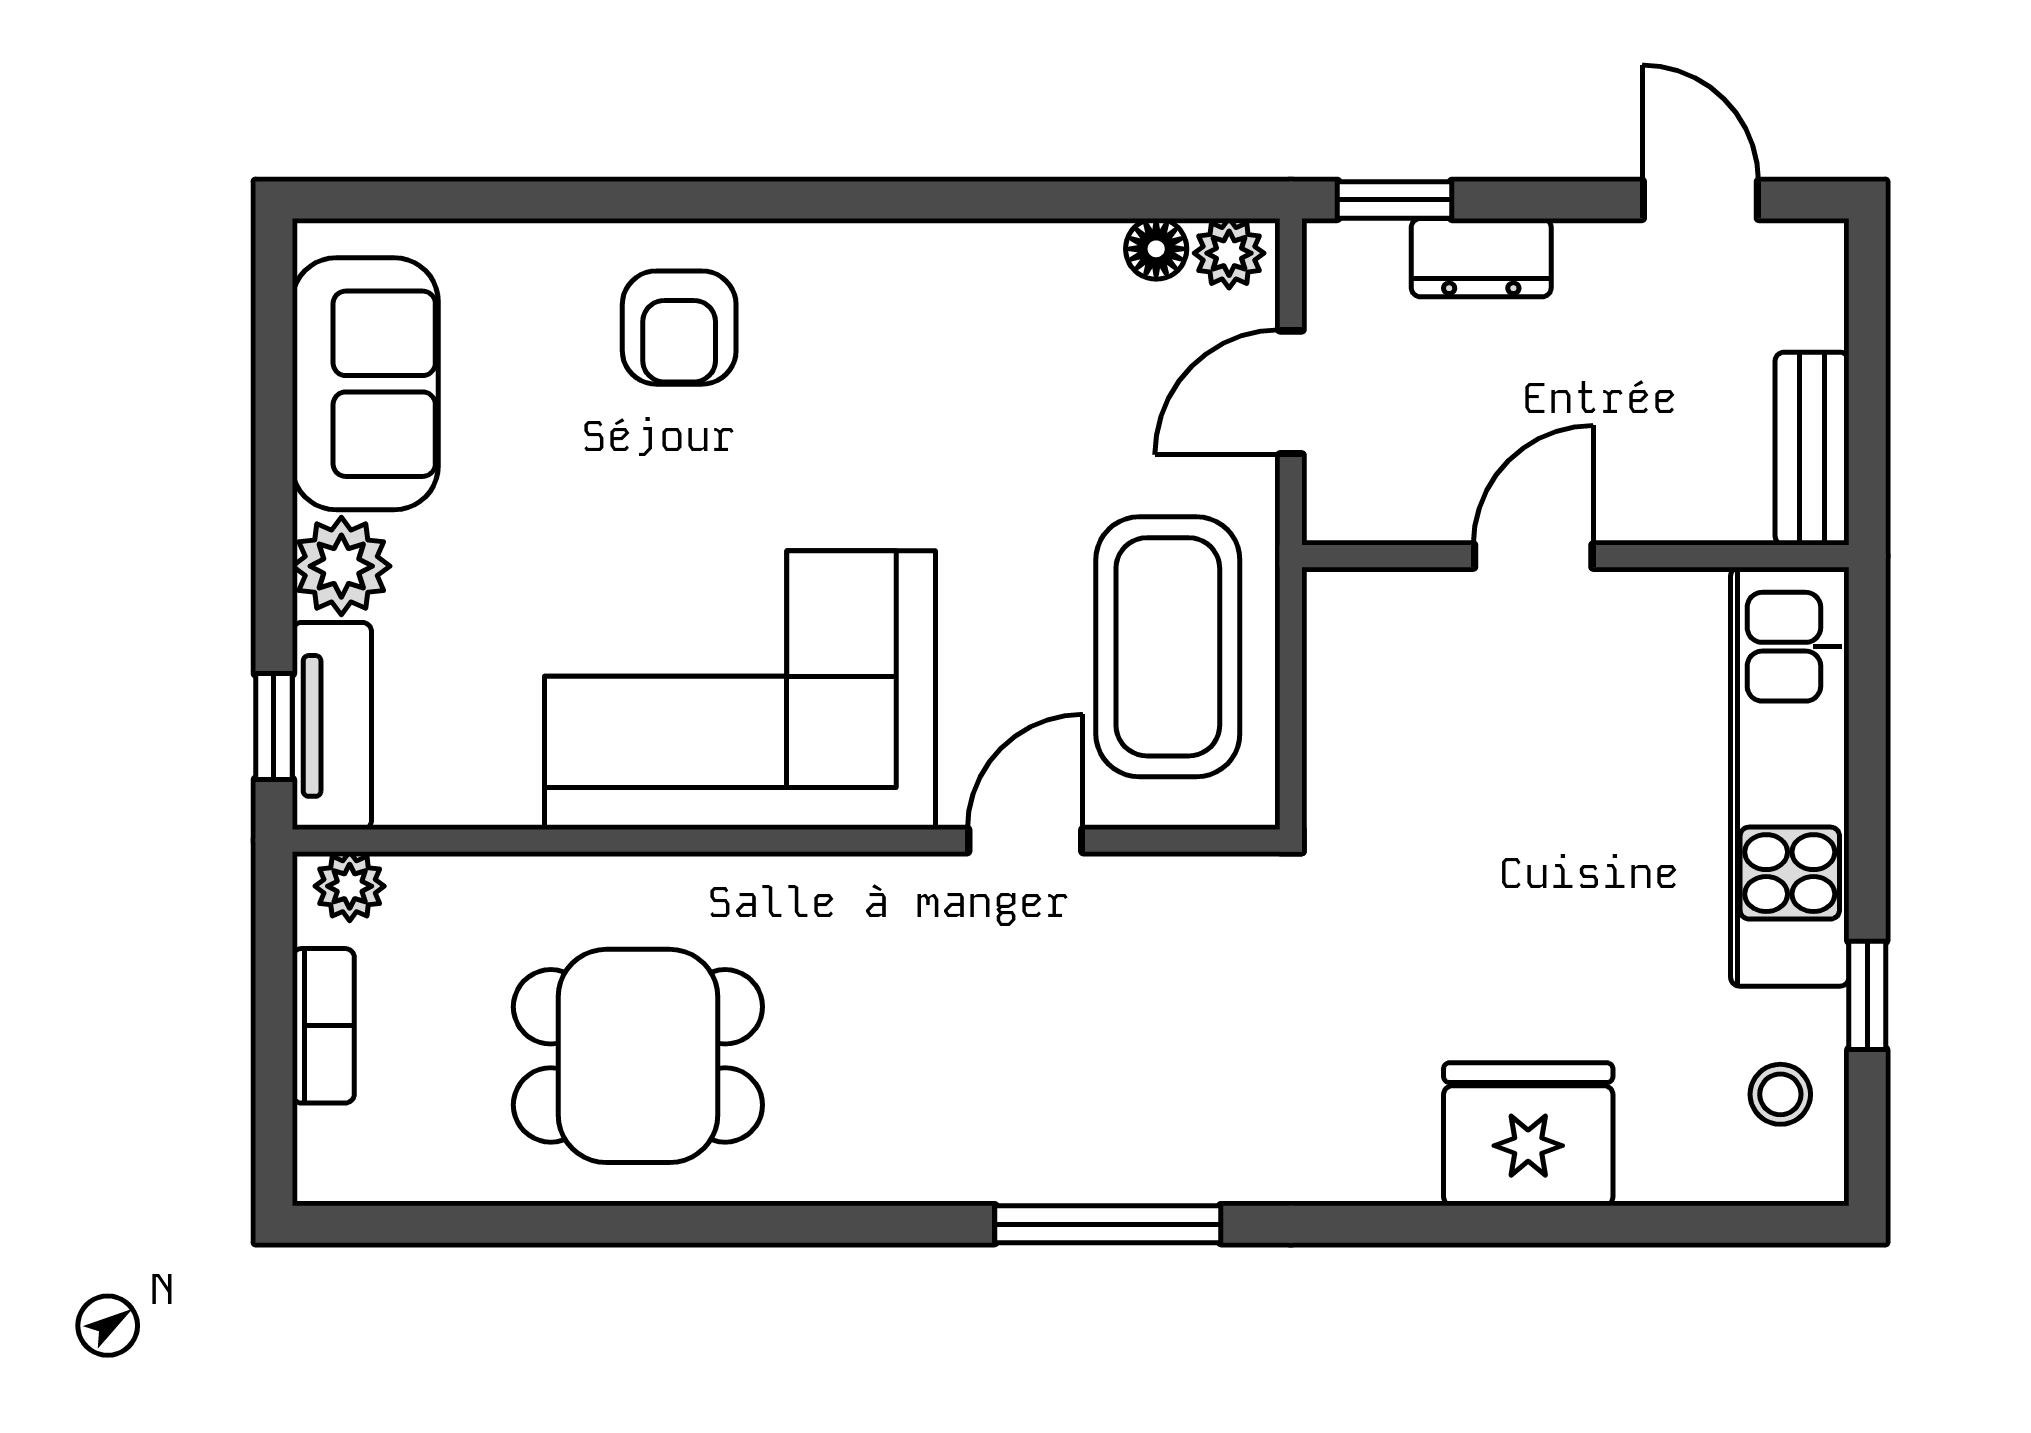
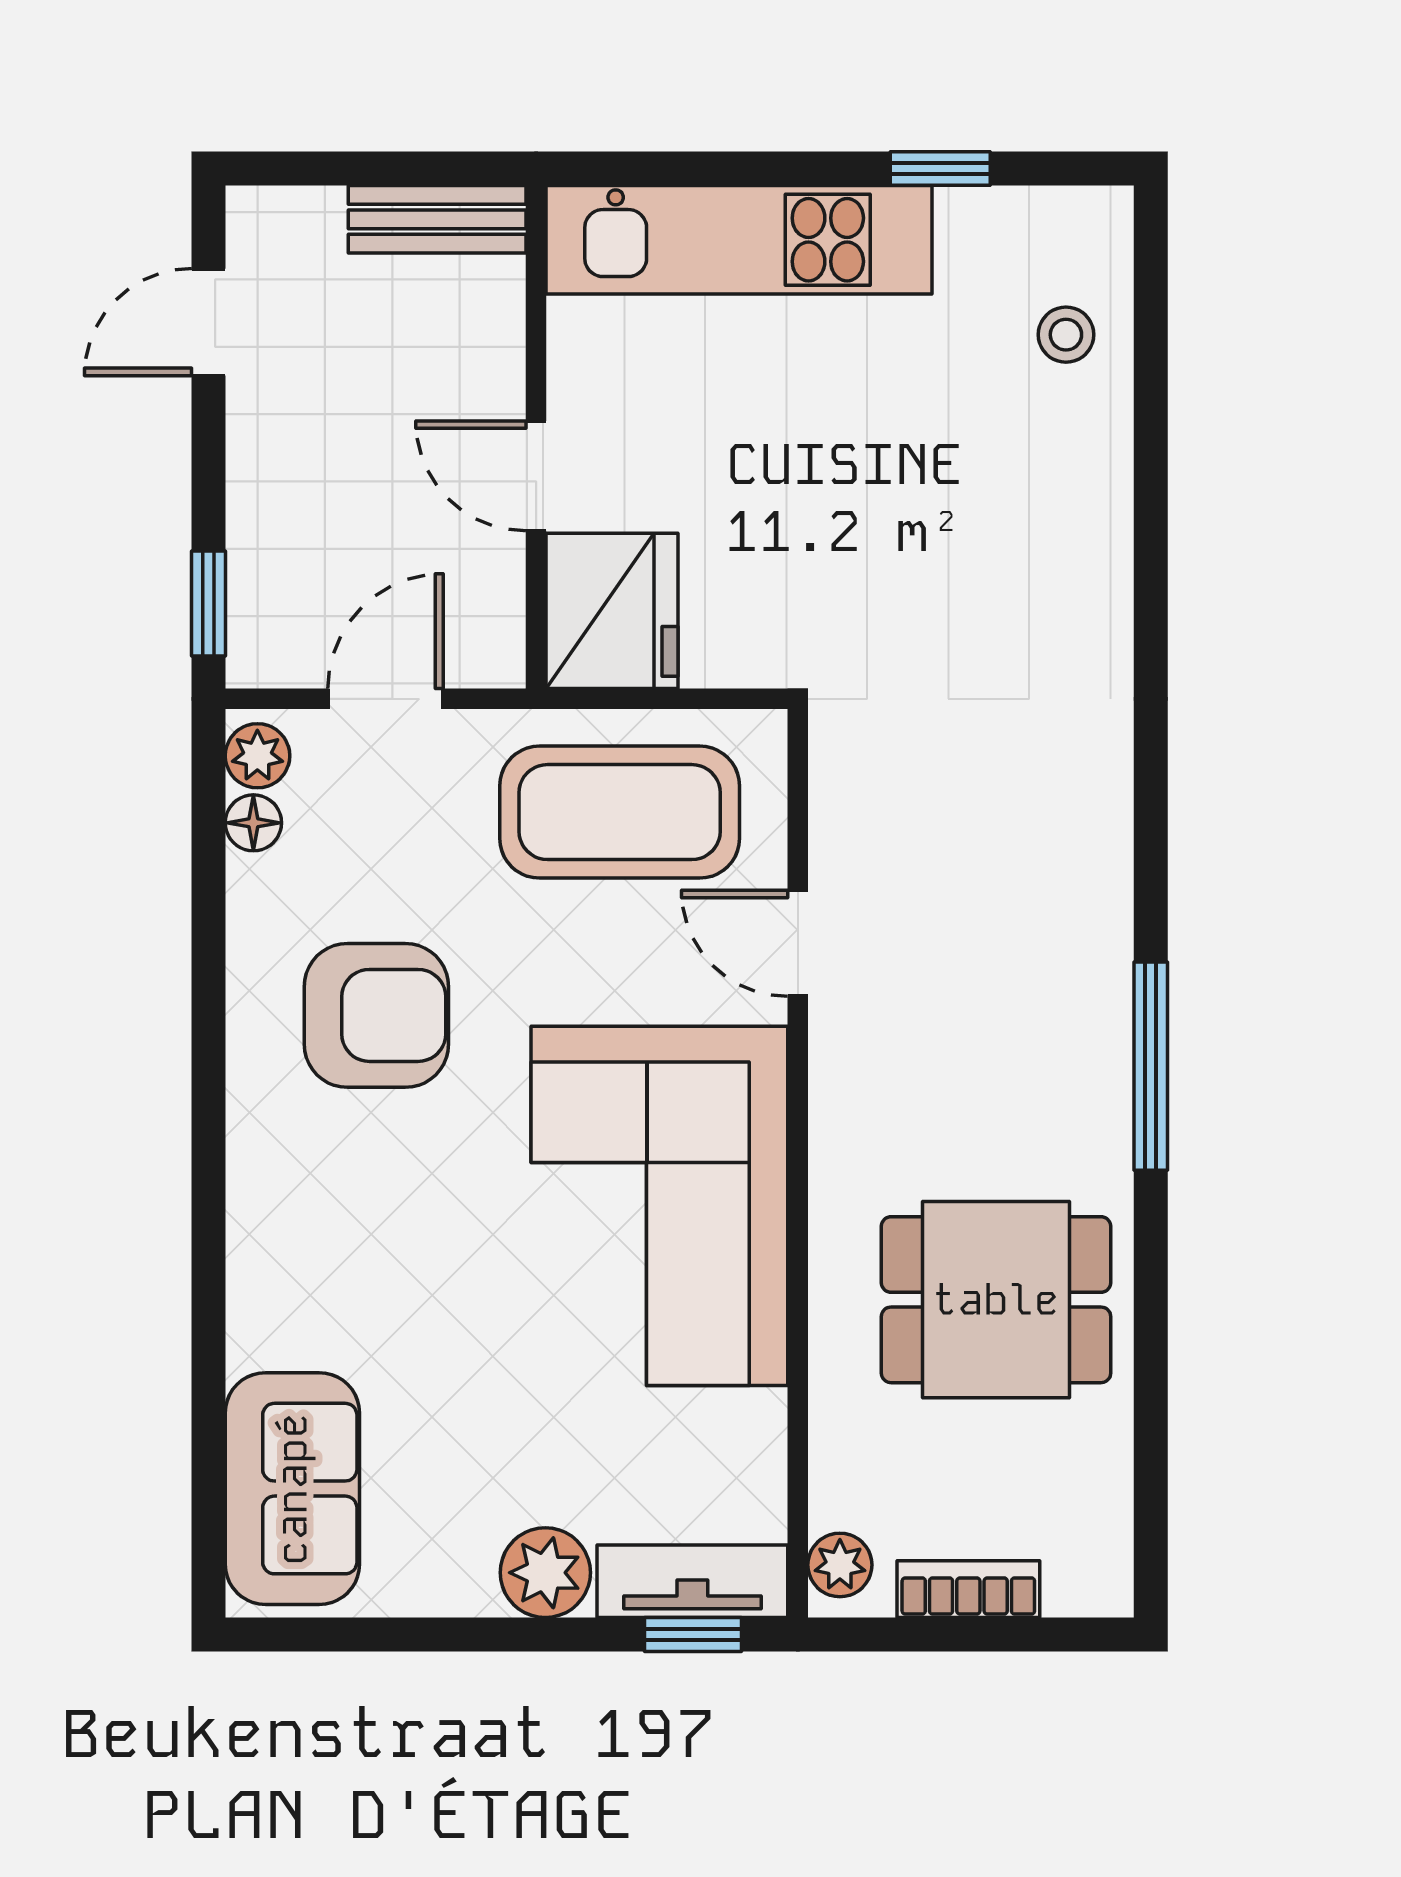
dresser: (1481, 258) -> (261, 524), removed
armchair: (679, 328) -> (376, 1015), moved, width x1.38, depth x1.38
sofa: (365, 384) -> (292, 1489), moved, turned 90
door: (1291, 392) -> (386, 699), swing flipped
dining table: (638, 1056) -> (996, 1300), turned 90
stool: (1780, 1094) -> (1066, 335), moved
fridge: (1528, 1134) -> (612, 611), moved, turned 180
window: (1108, 1224) -> (1151, 1066), moved

